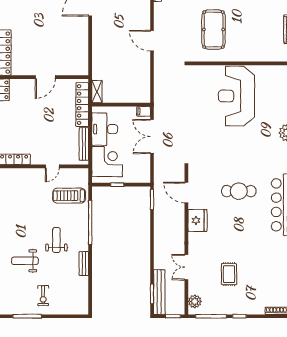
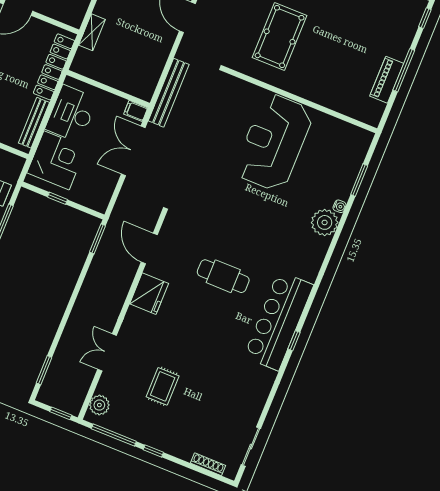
shelving: (97, 92) -> (92, 32), moved
bench: (159, 292) -> (169, 93), moved

